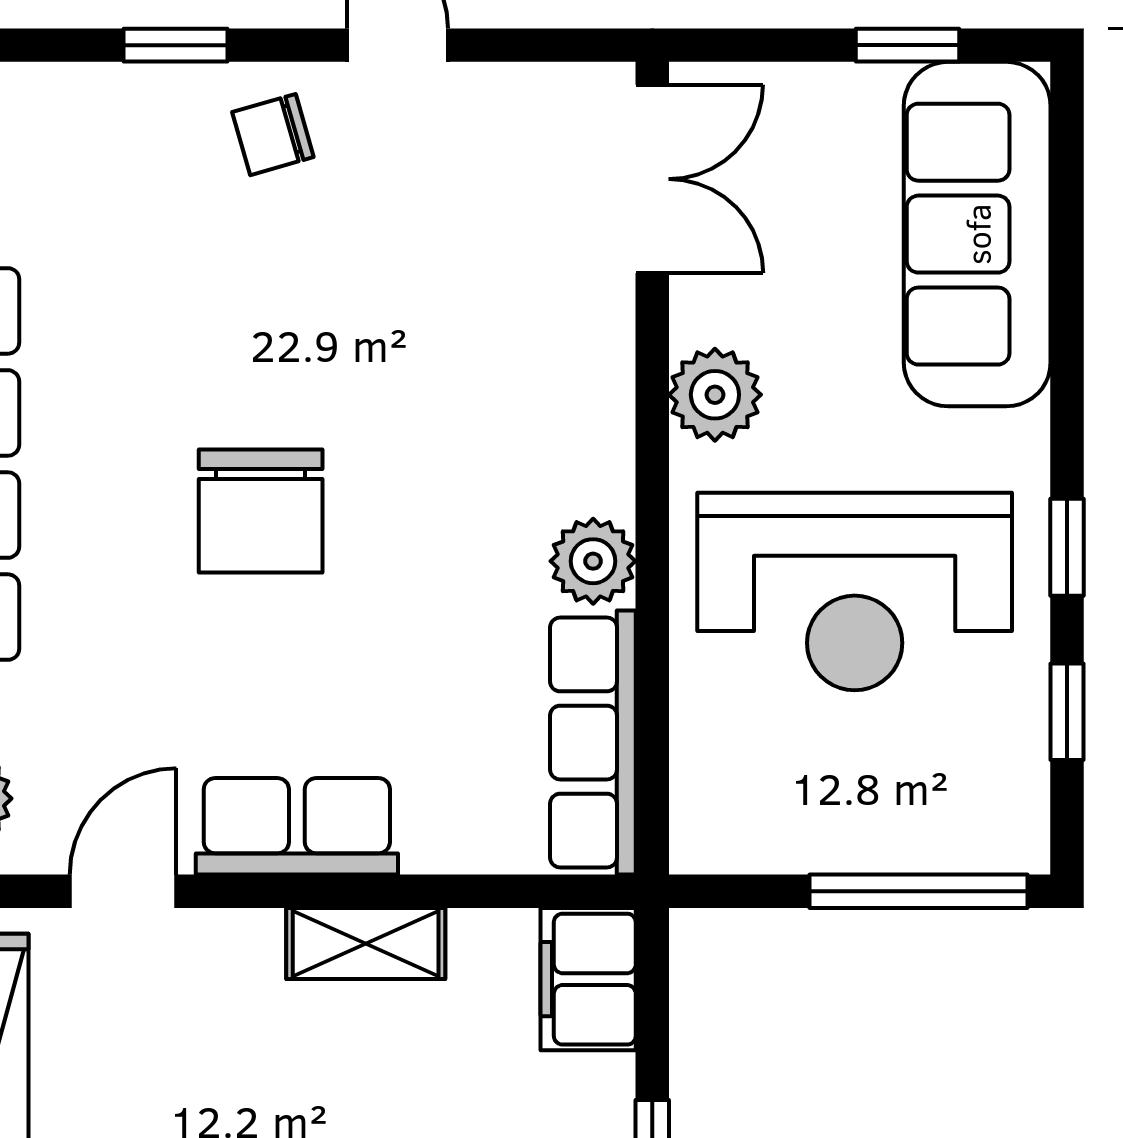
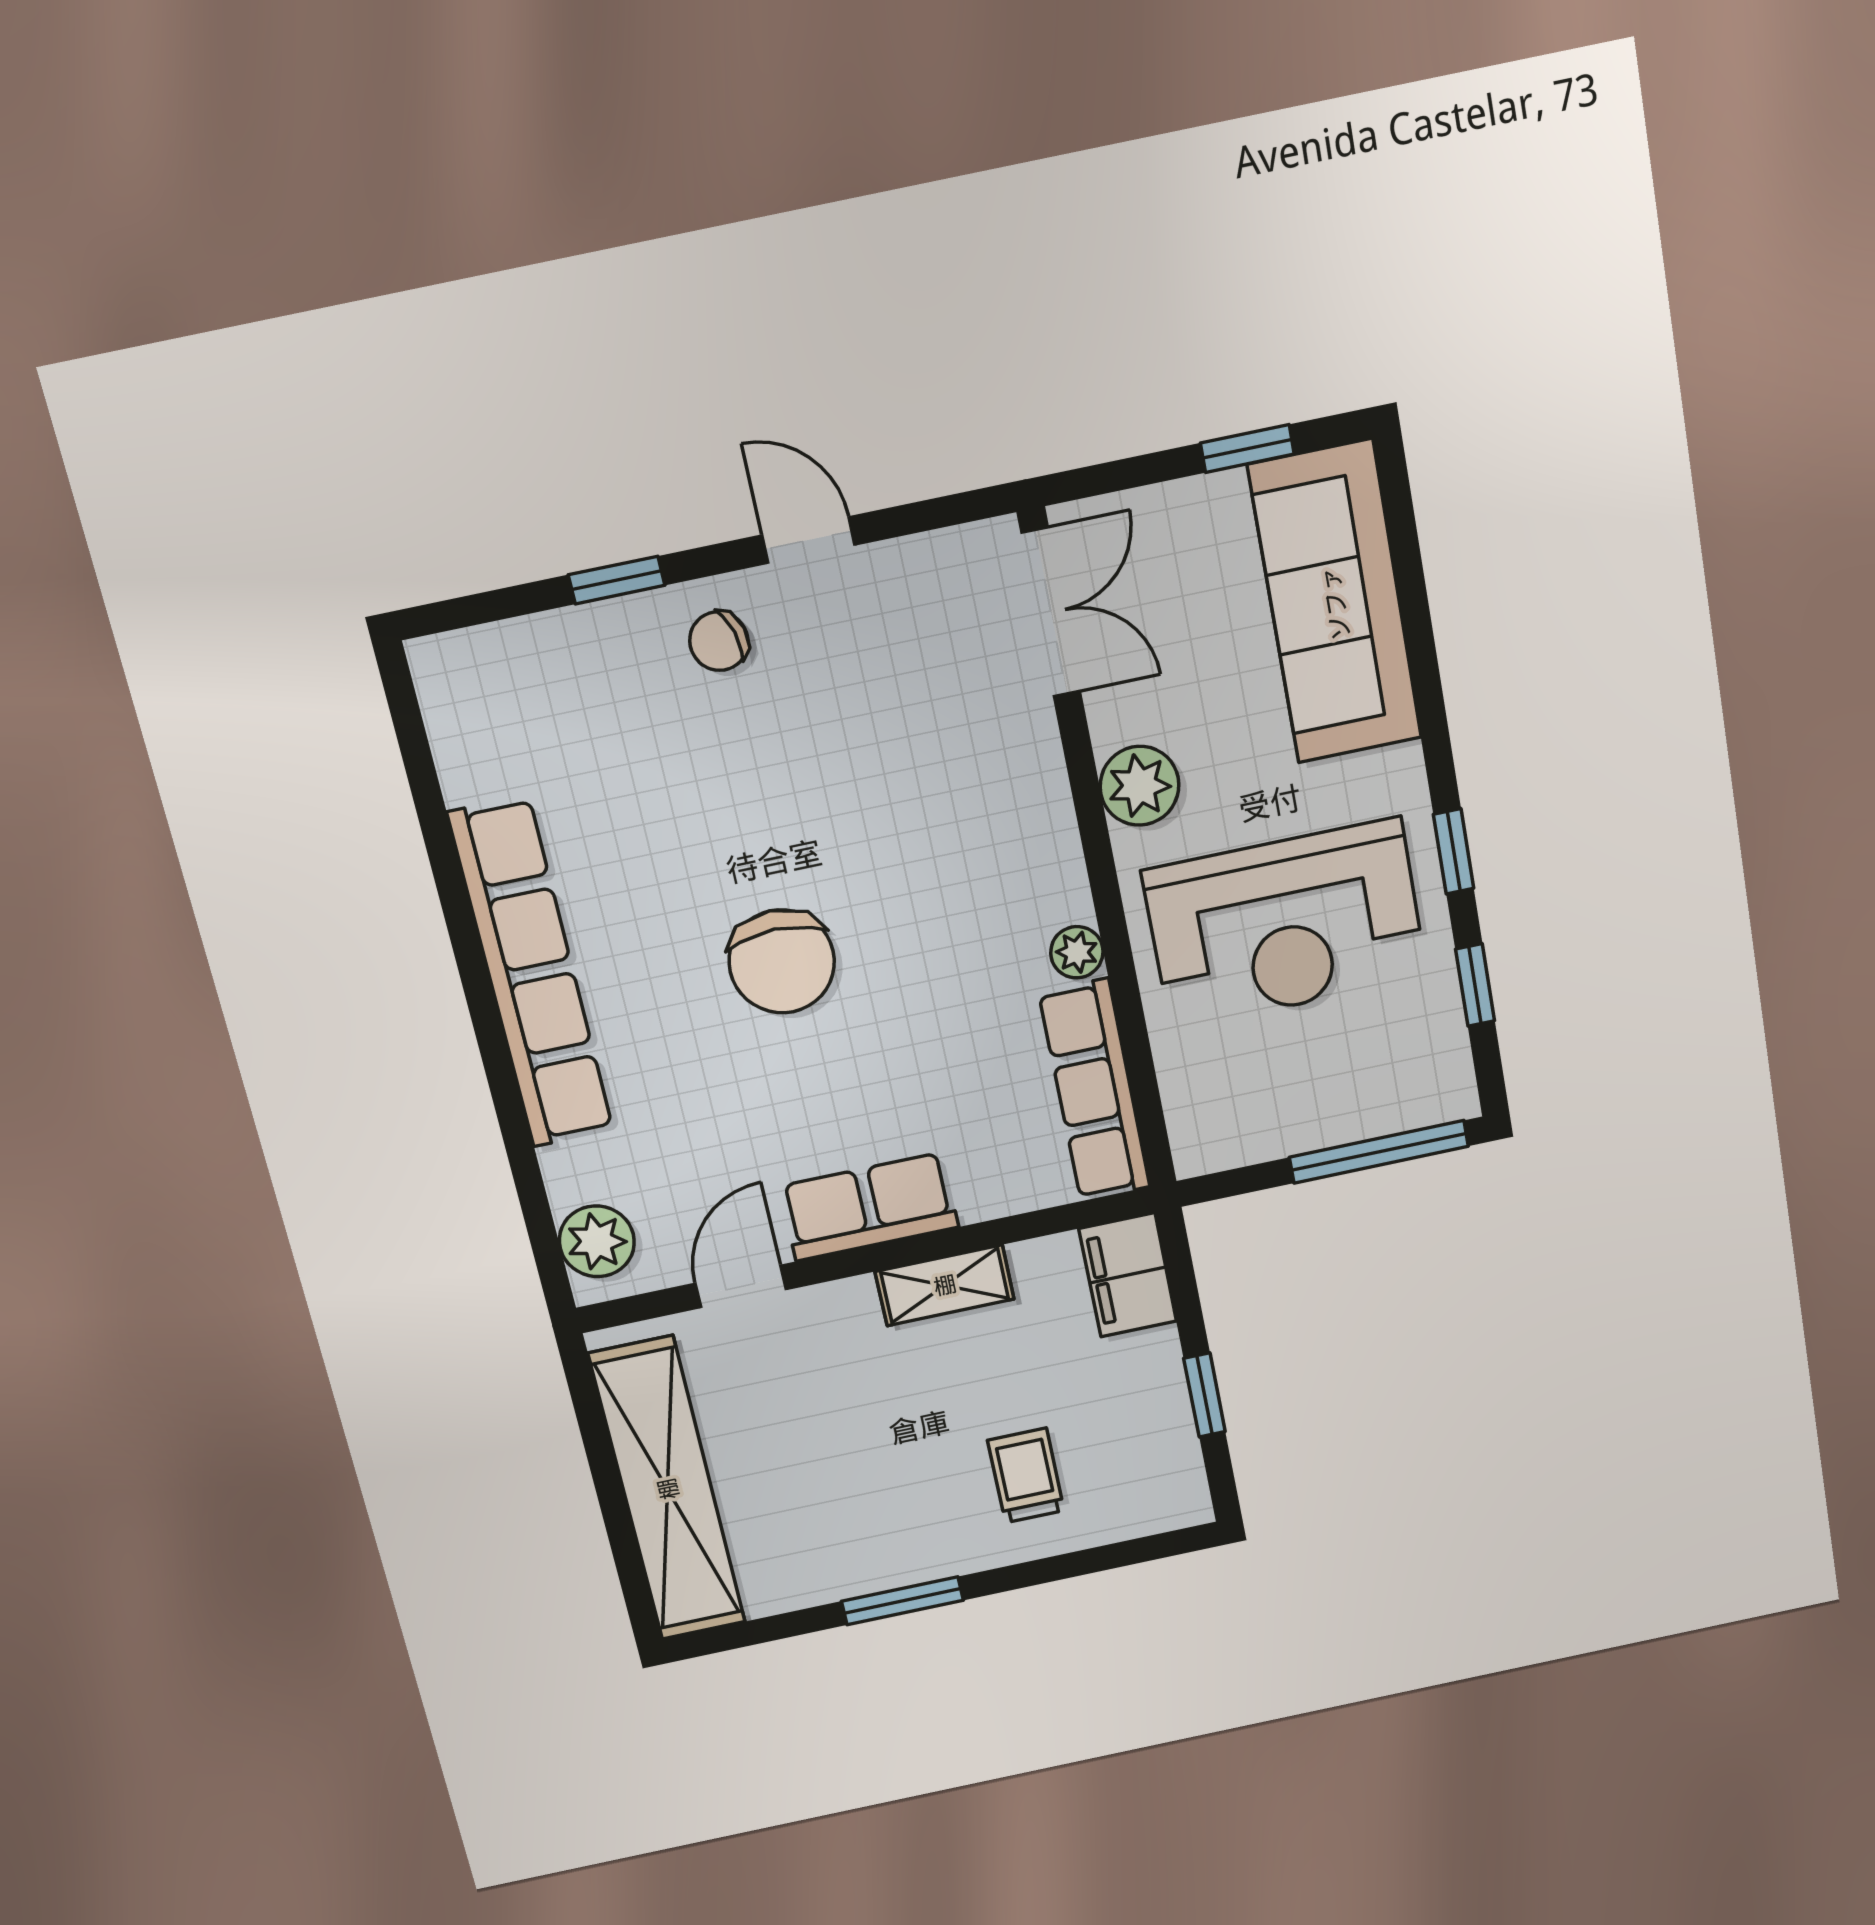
plant: (593, 561) -> (1077, 952), width x0.73, depth x0.73

